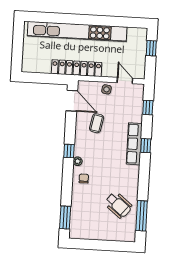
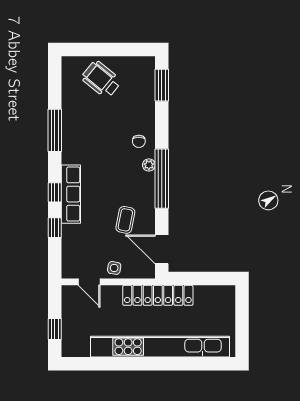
window: (148, 108) -> (55, 228), moved
window: (69, 151) -> (162, 179), width x3.17
wheelchair: (118, 205) -> (101, 79), moved
window: (142, 216) -> (55, 130), moved

